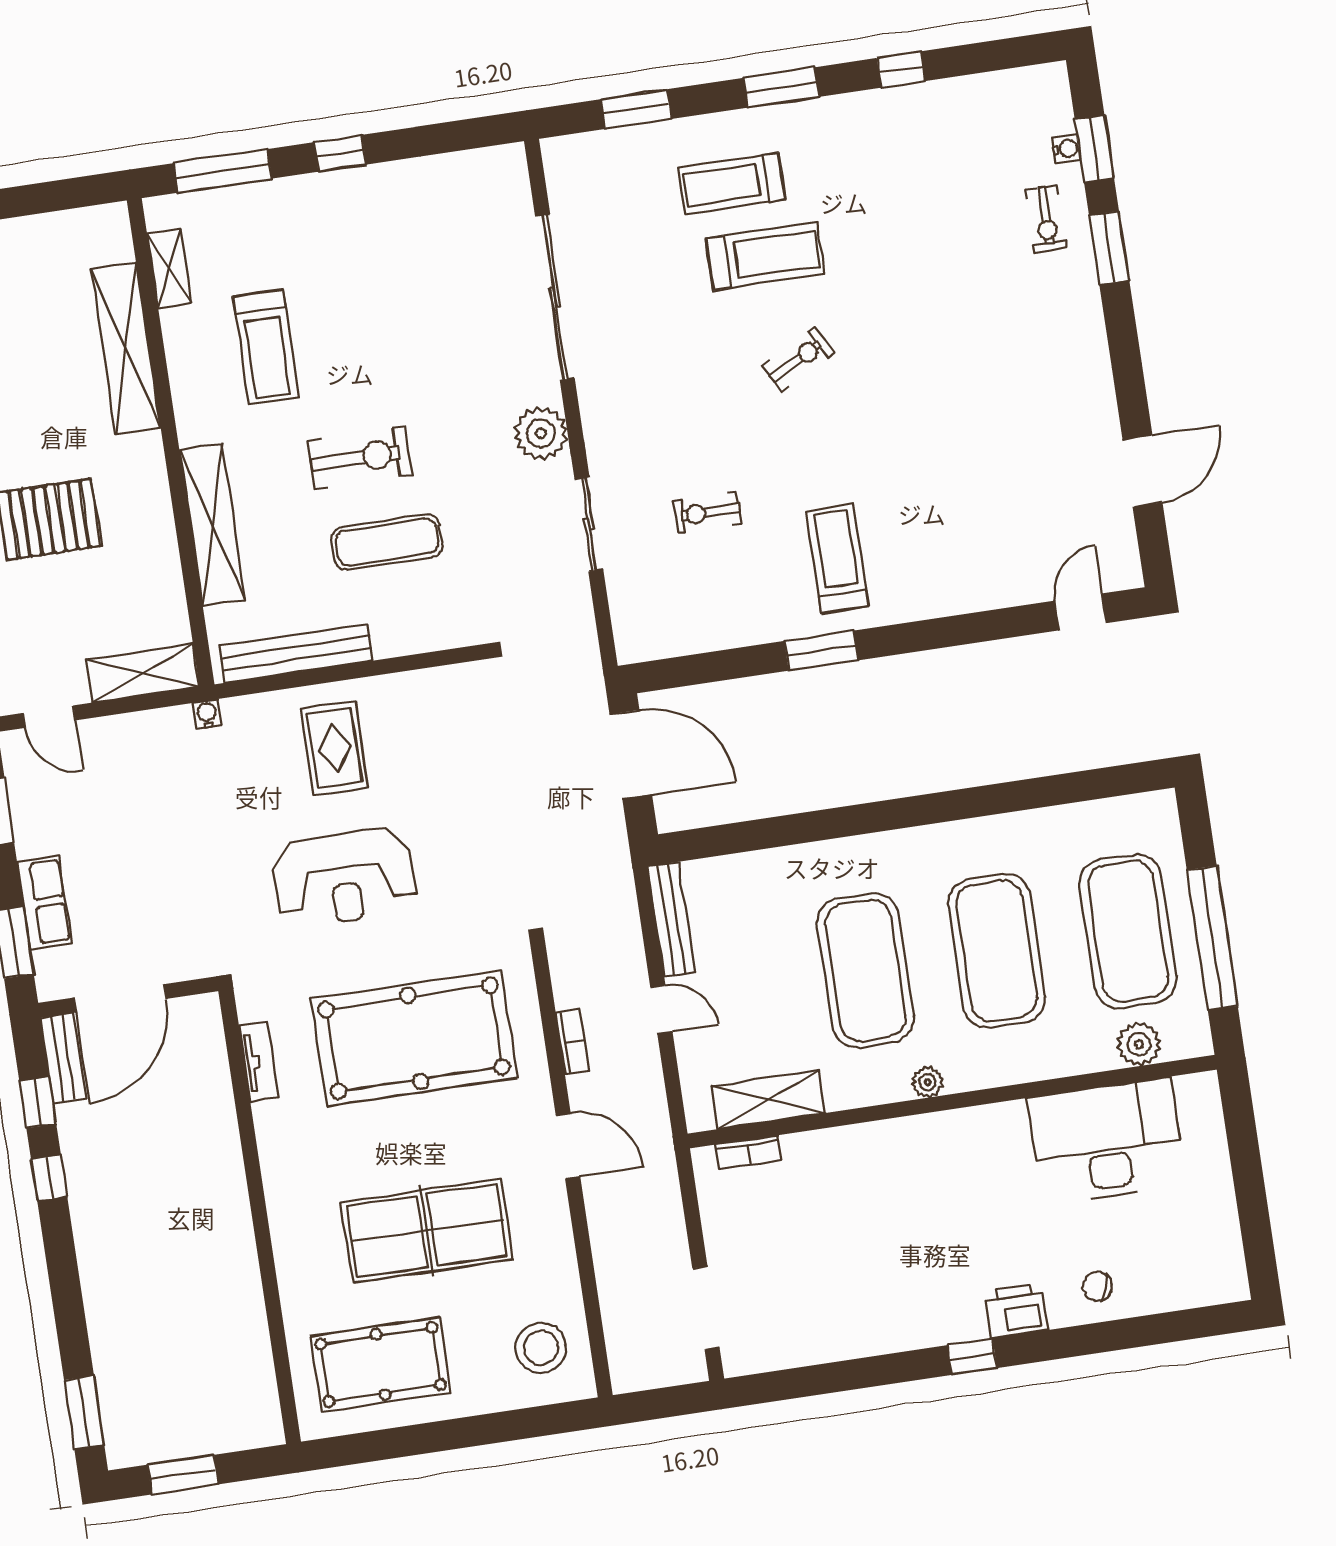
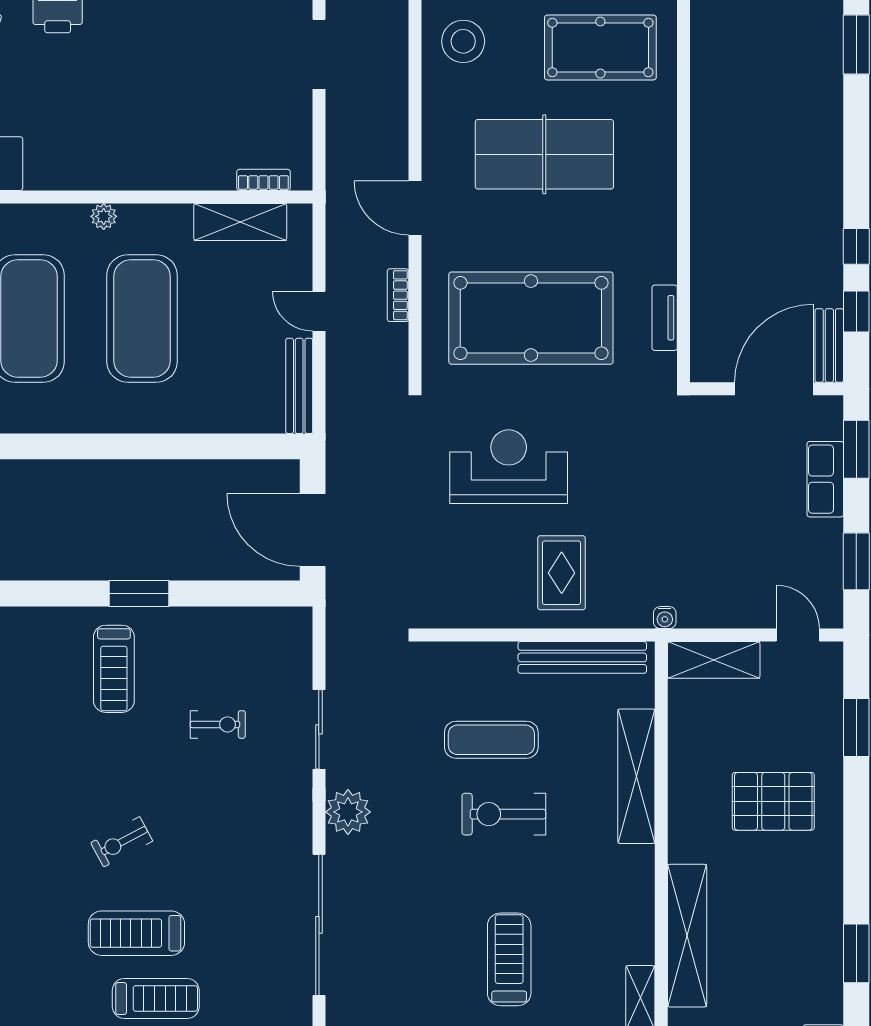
treadmill: (266, 347) -> (509, 959), moved
reception desk: (344, 877) -> (509, 467), moved

